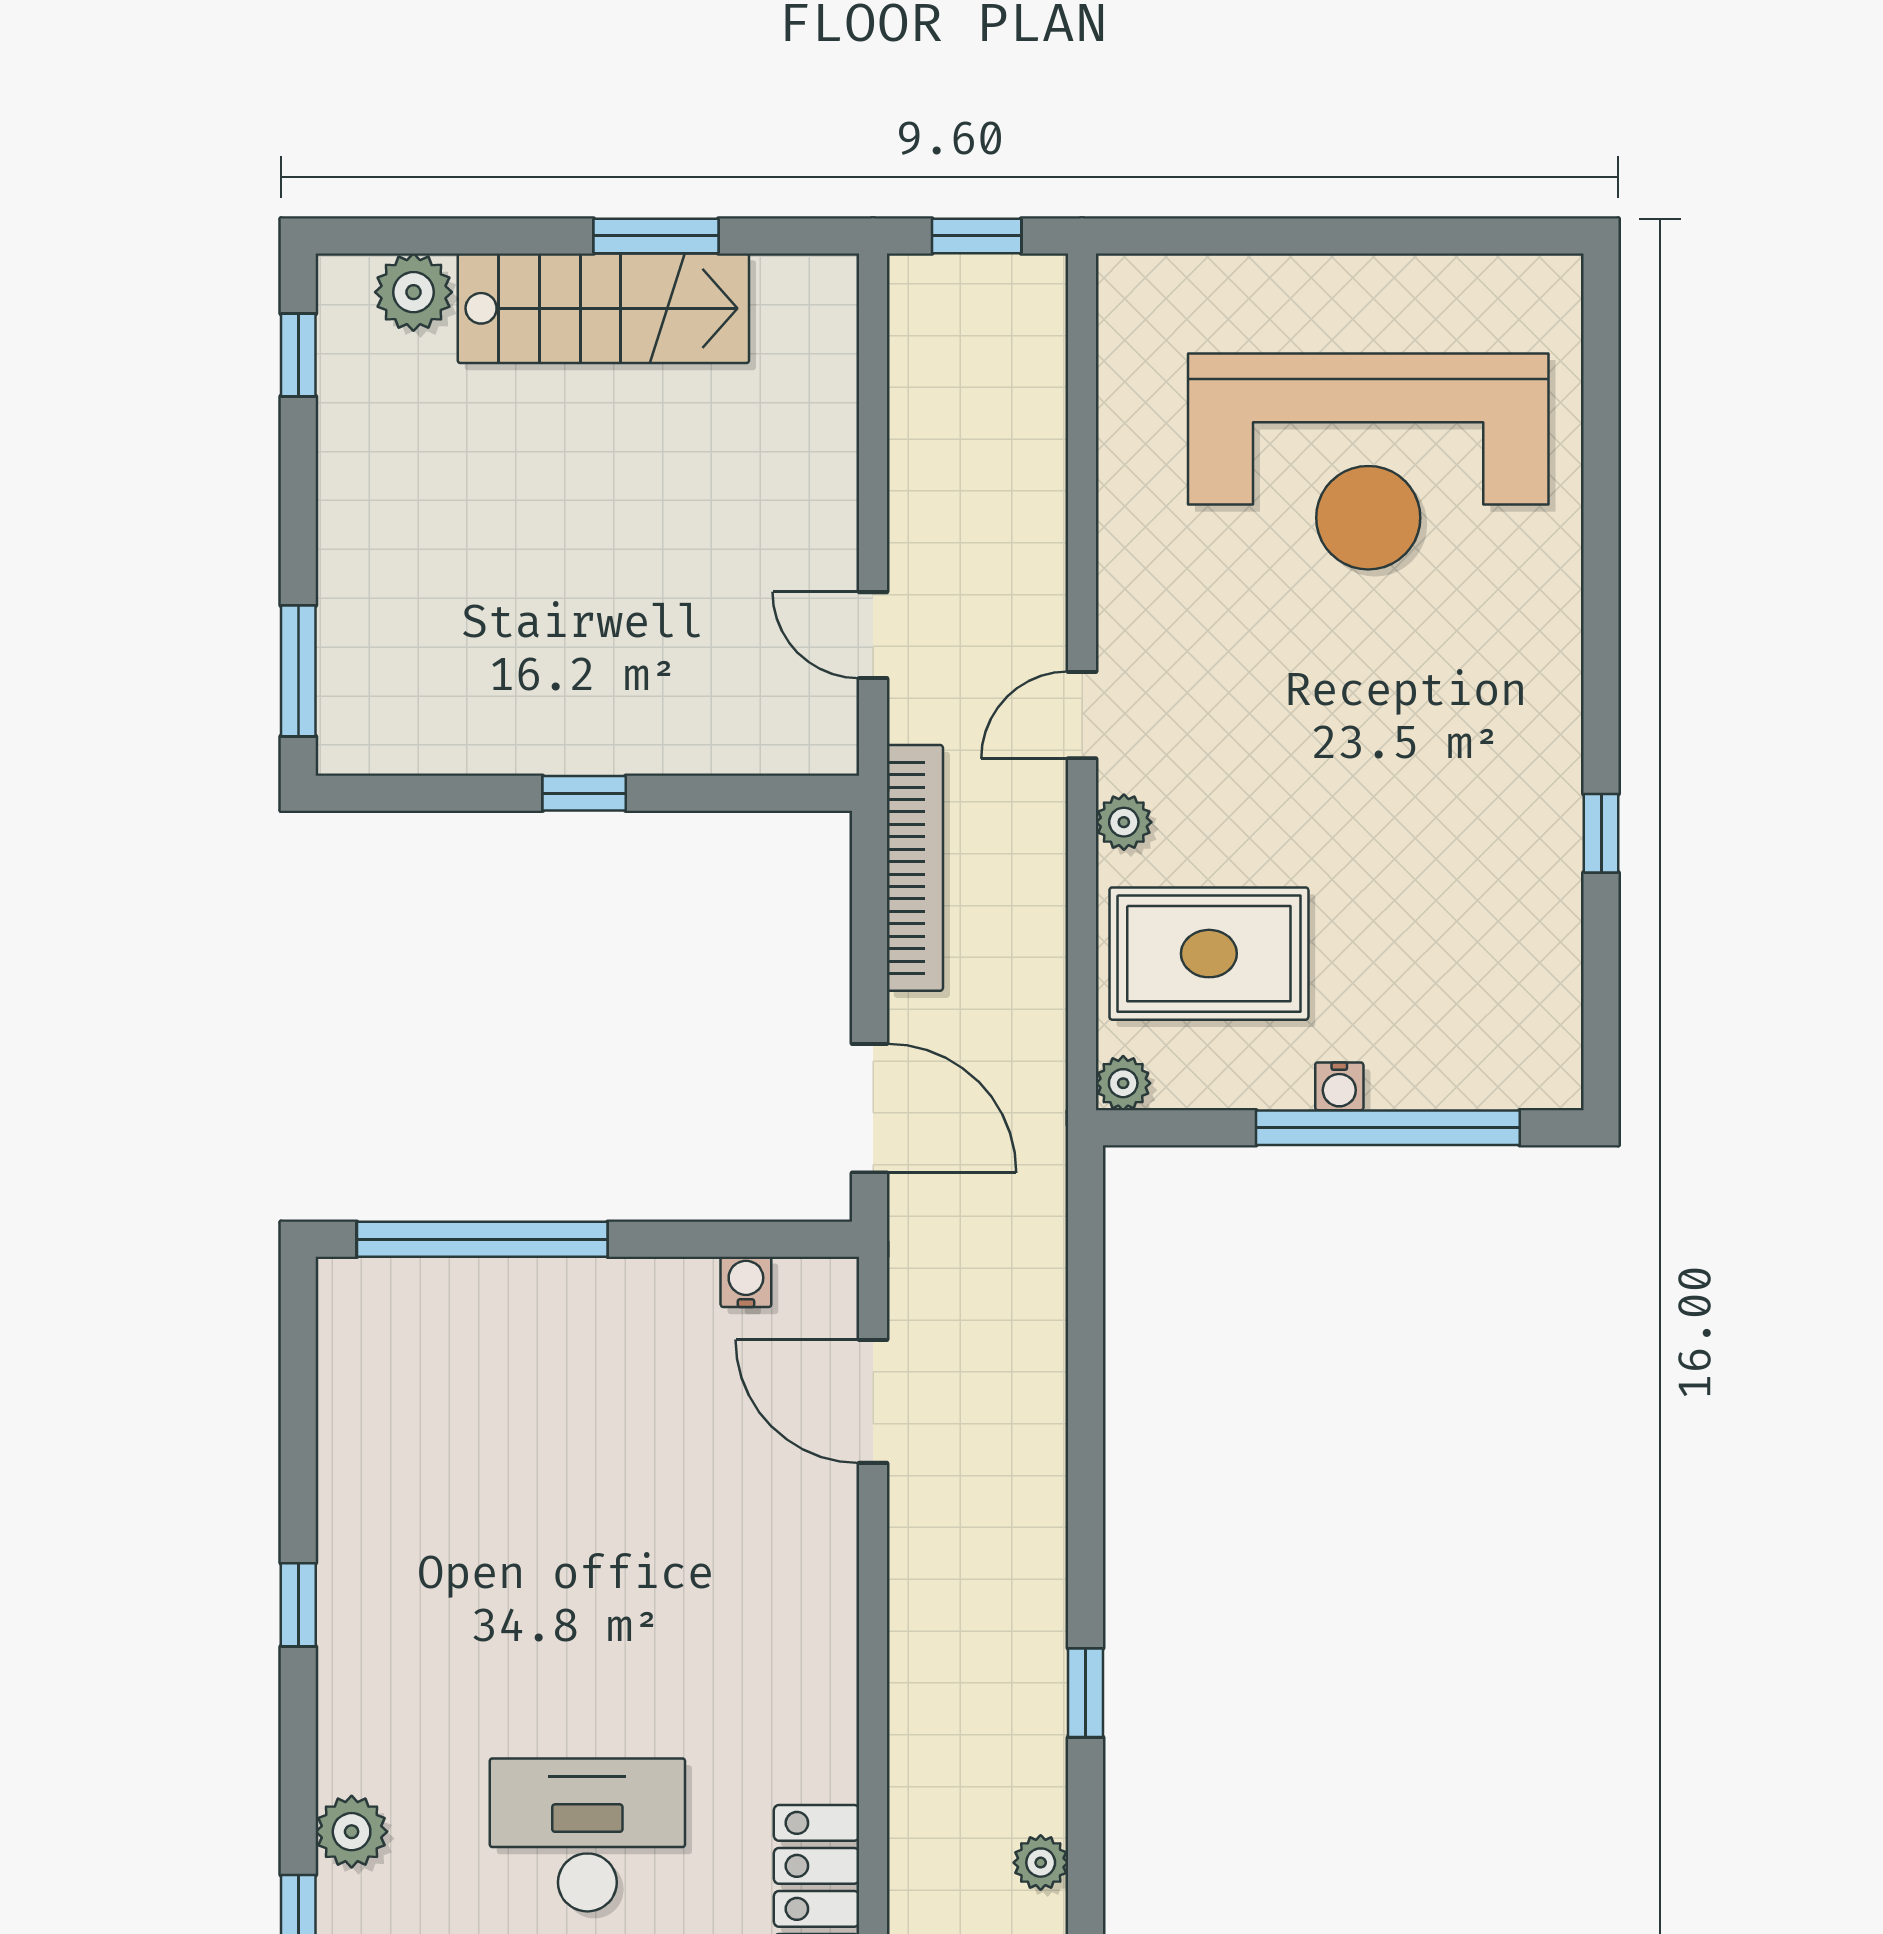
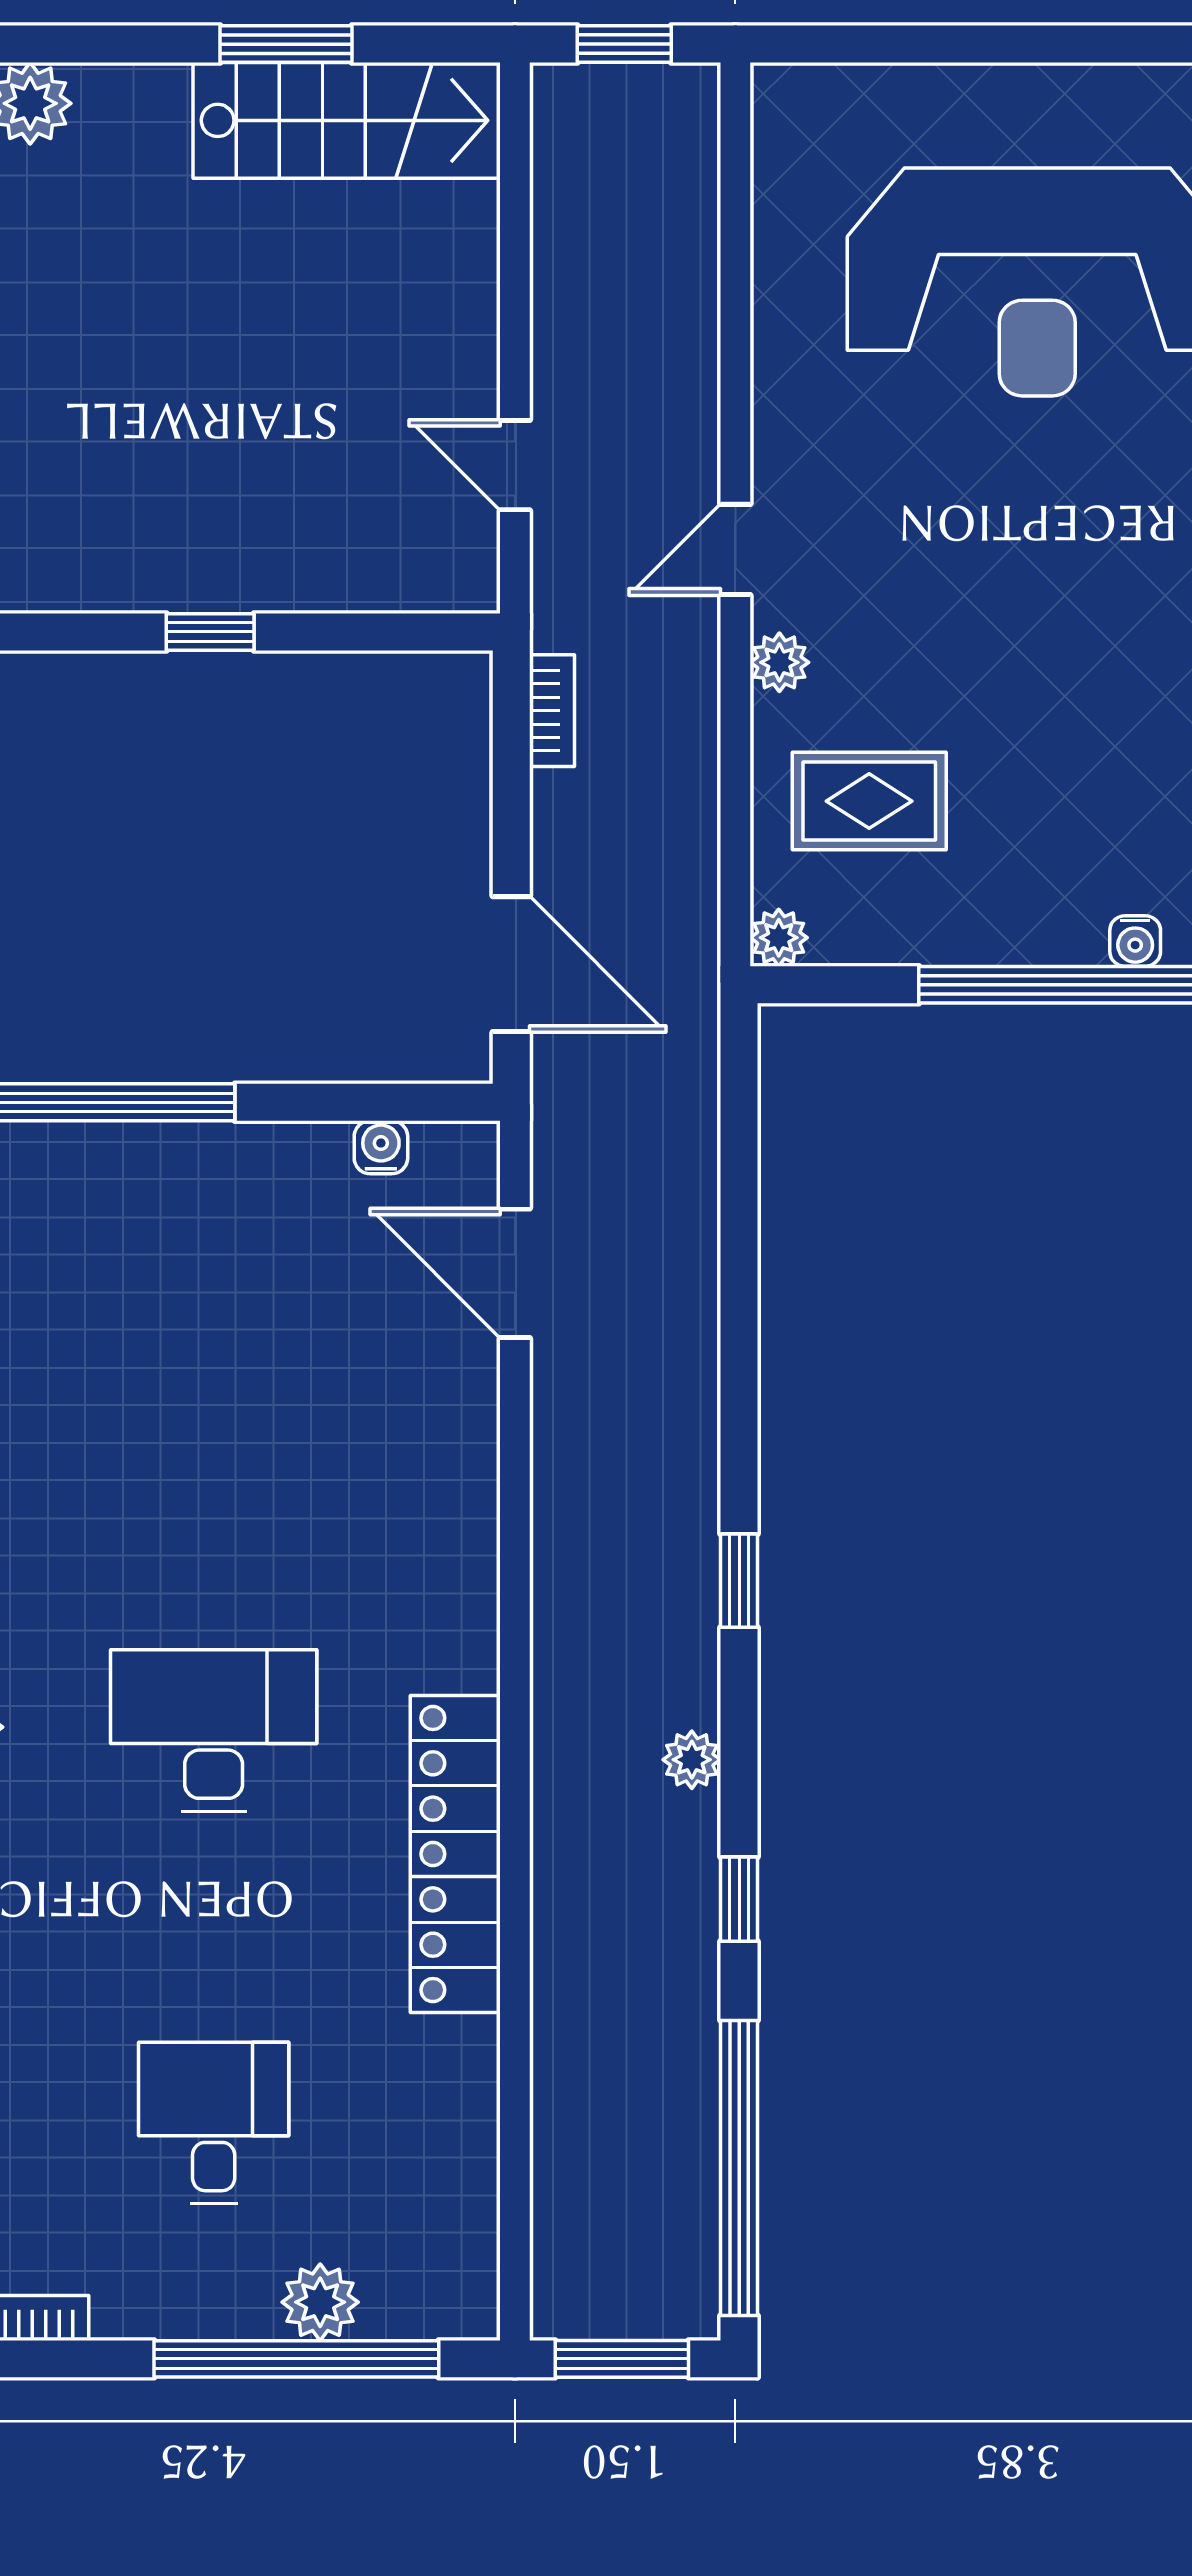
stairs: (603, 308) -> (347, 120), moved
bookcase: (915, 868) -> (552, 711), width x0.43, depth x0.76
rug: (1209, 954) -> (869, 801), width x0.73, depth x0.70
water cooler: (1339, 1086) -> (1135, 941), moved

